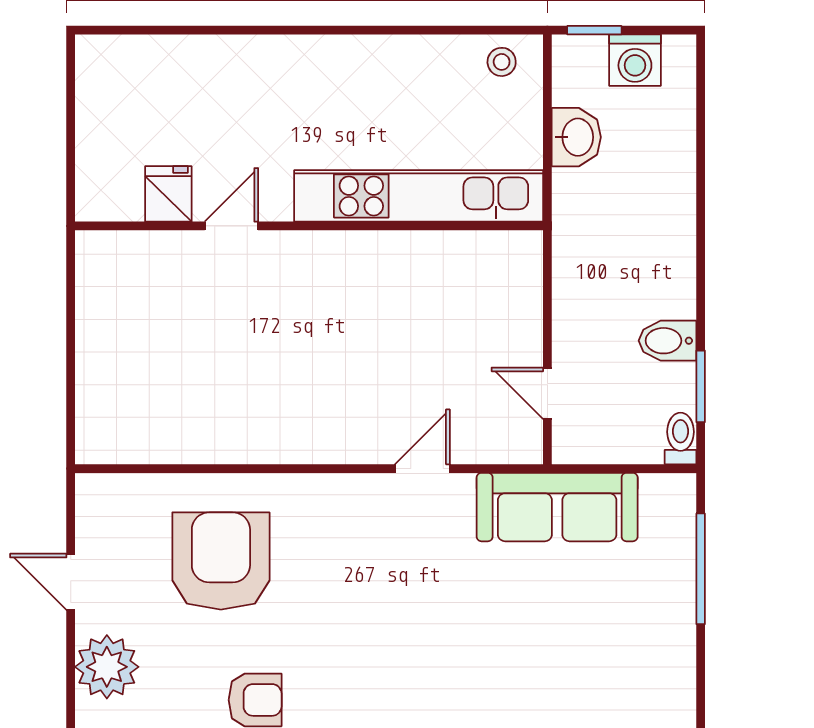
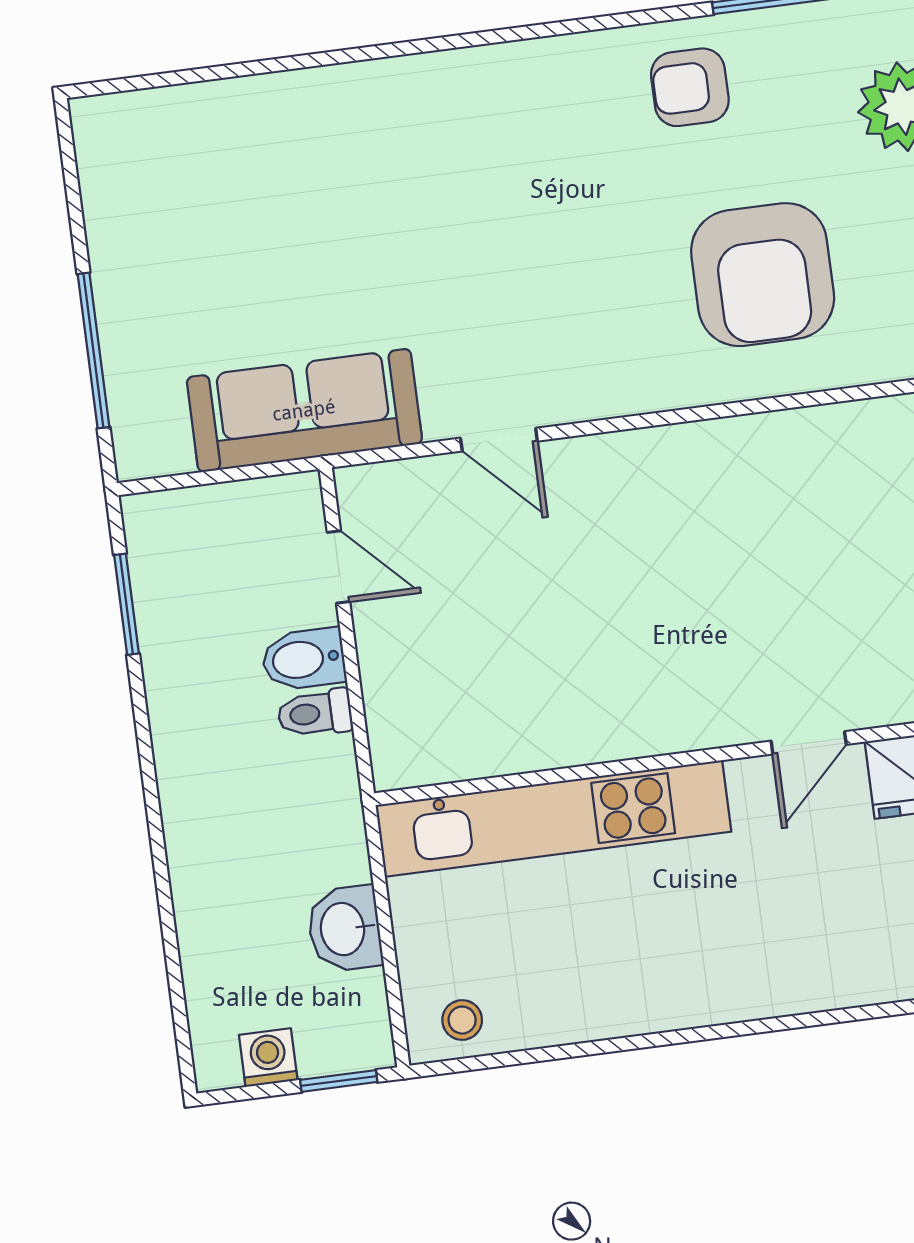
washing machine: (635, 60) -> (268, 1058), width x0.73, depth x0.73
bidet: (668, 341) -> (304, 659), moved, turned 180
toilet: (681, 438) -> (315, 713), moved, turned 90
door: (422, 469) -> (499, 440), hinge flipped

